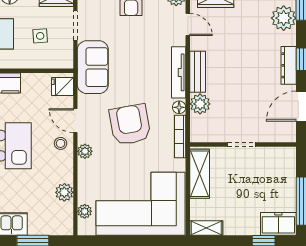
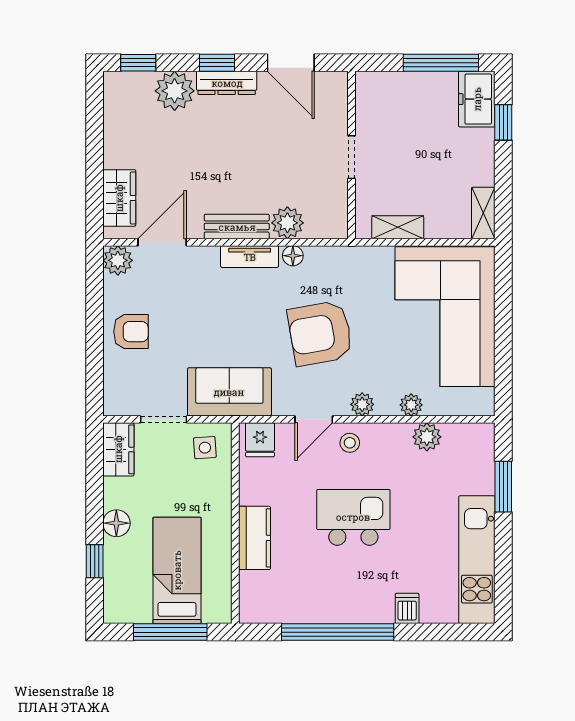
plant: (284, 18) -> (175, 91), moved
door: (188, 24) -> (162, 242), width x1.38
side table: (40, 36) -> (205, 448), moved
tv unit: (179, 72) -> (250, 257), width x0.71
bookcase: (180, 137) -> (339, 254), removed
shelving: (200, 174) -> (398, 227), width x0.67, depth x0.75
plant: (85, 211) -> (411, 405), moved

